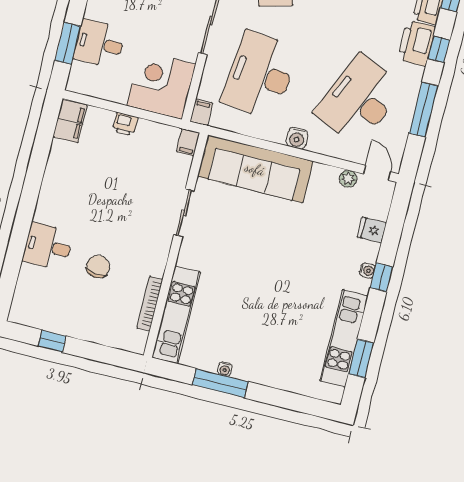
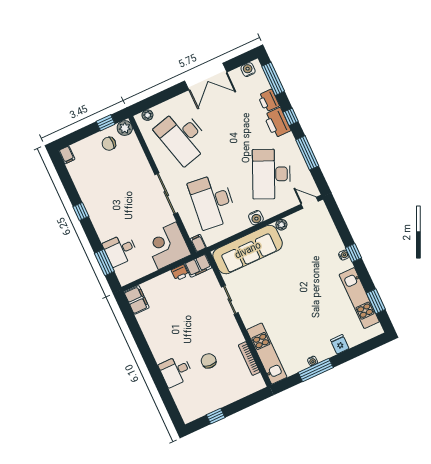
printer: (125, 124) -> (180, 273), moved
filing cabinet: (188, 142) -> (198, 266), width x2.00
plant: (348, 179) -> (281, 225), moved
fridge: (372, 230) -> (340, 344), moved, turned 90

